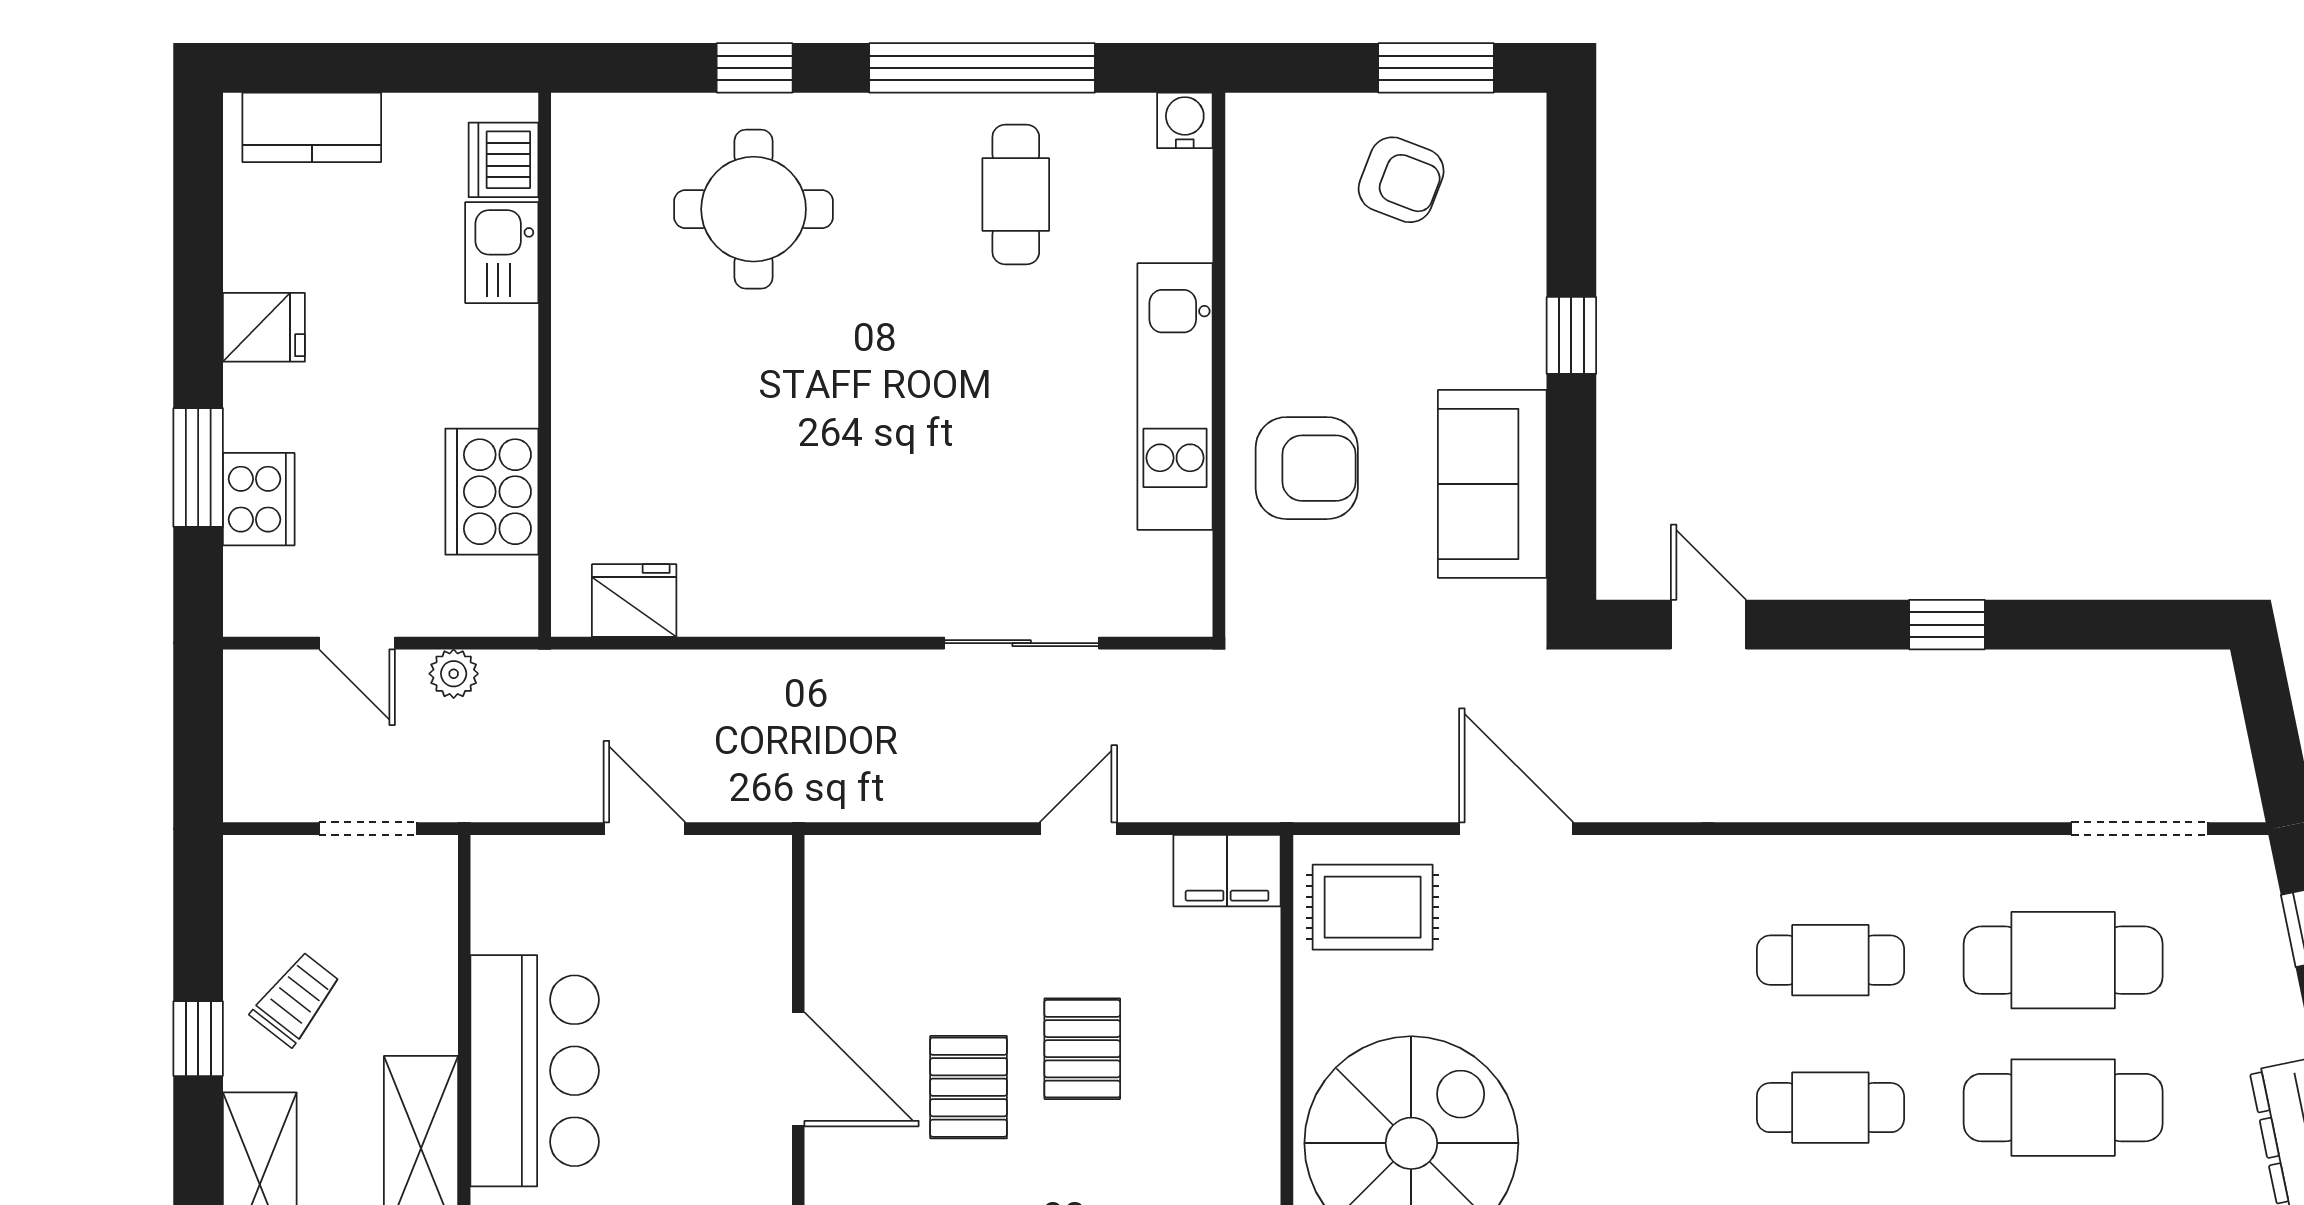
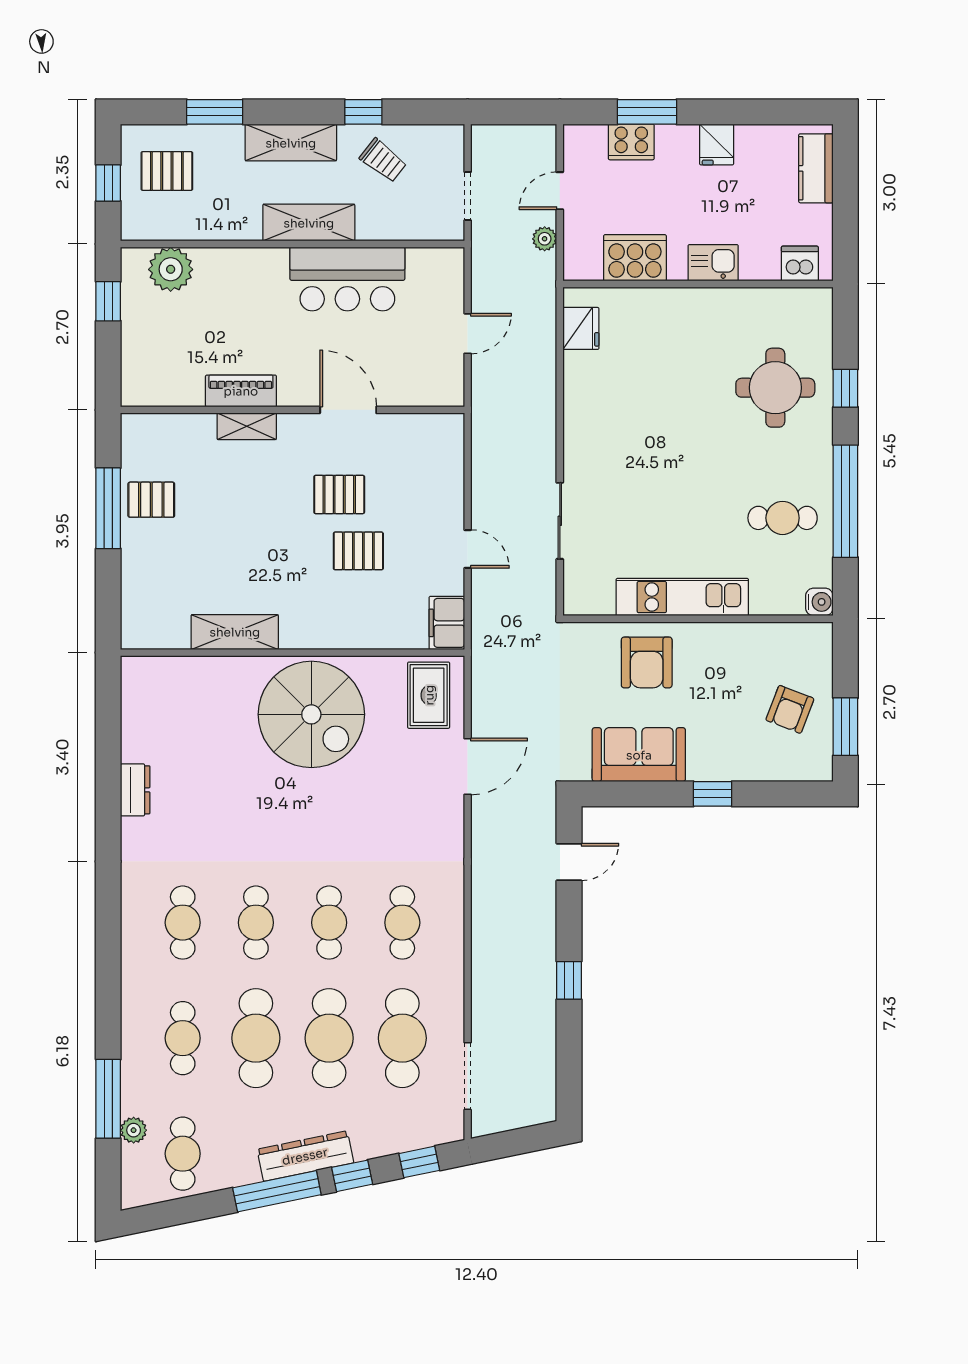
kitchen sink: (502, 253) -> (713, 263), moved
door: (798, 1069) -> (348, 410), swing flipped

